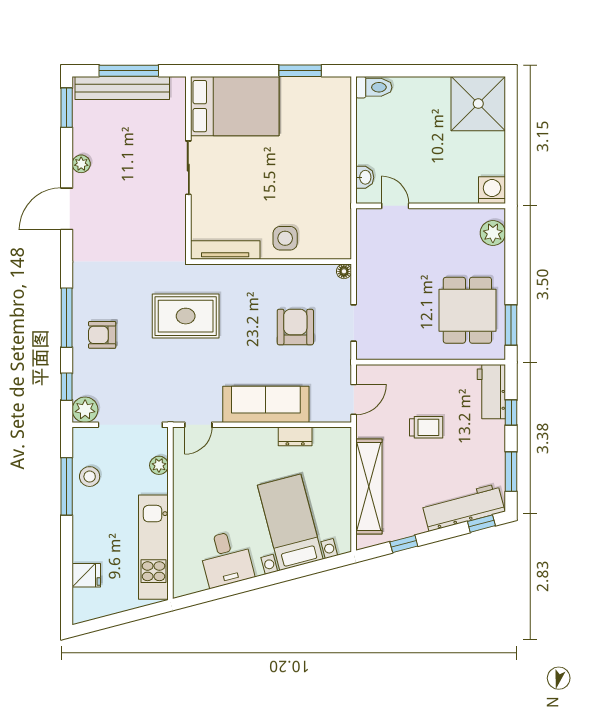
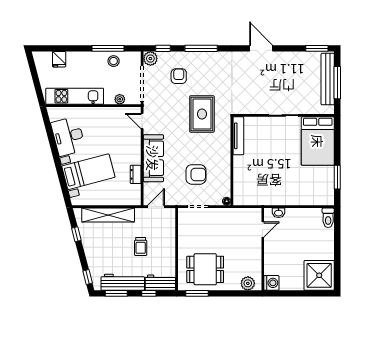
plant: (81, 164) -> (286, 56), removed
side table: (285, 238) -> (245, 169), removed
armchair: (102, 335) -> (179, 76), moved
door: (354, 399) -> (156, 207), swing flipped
workbench: (463, 507) -> (123, 282), moved, turned -75
desk: (226, 559) -> (68, 136), width x1.37

